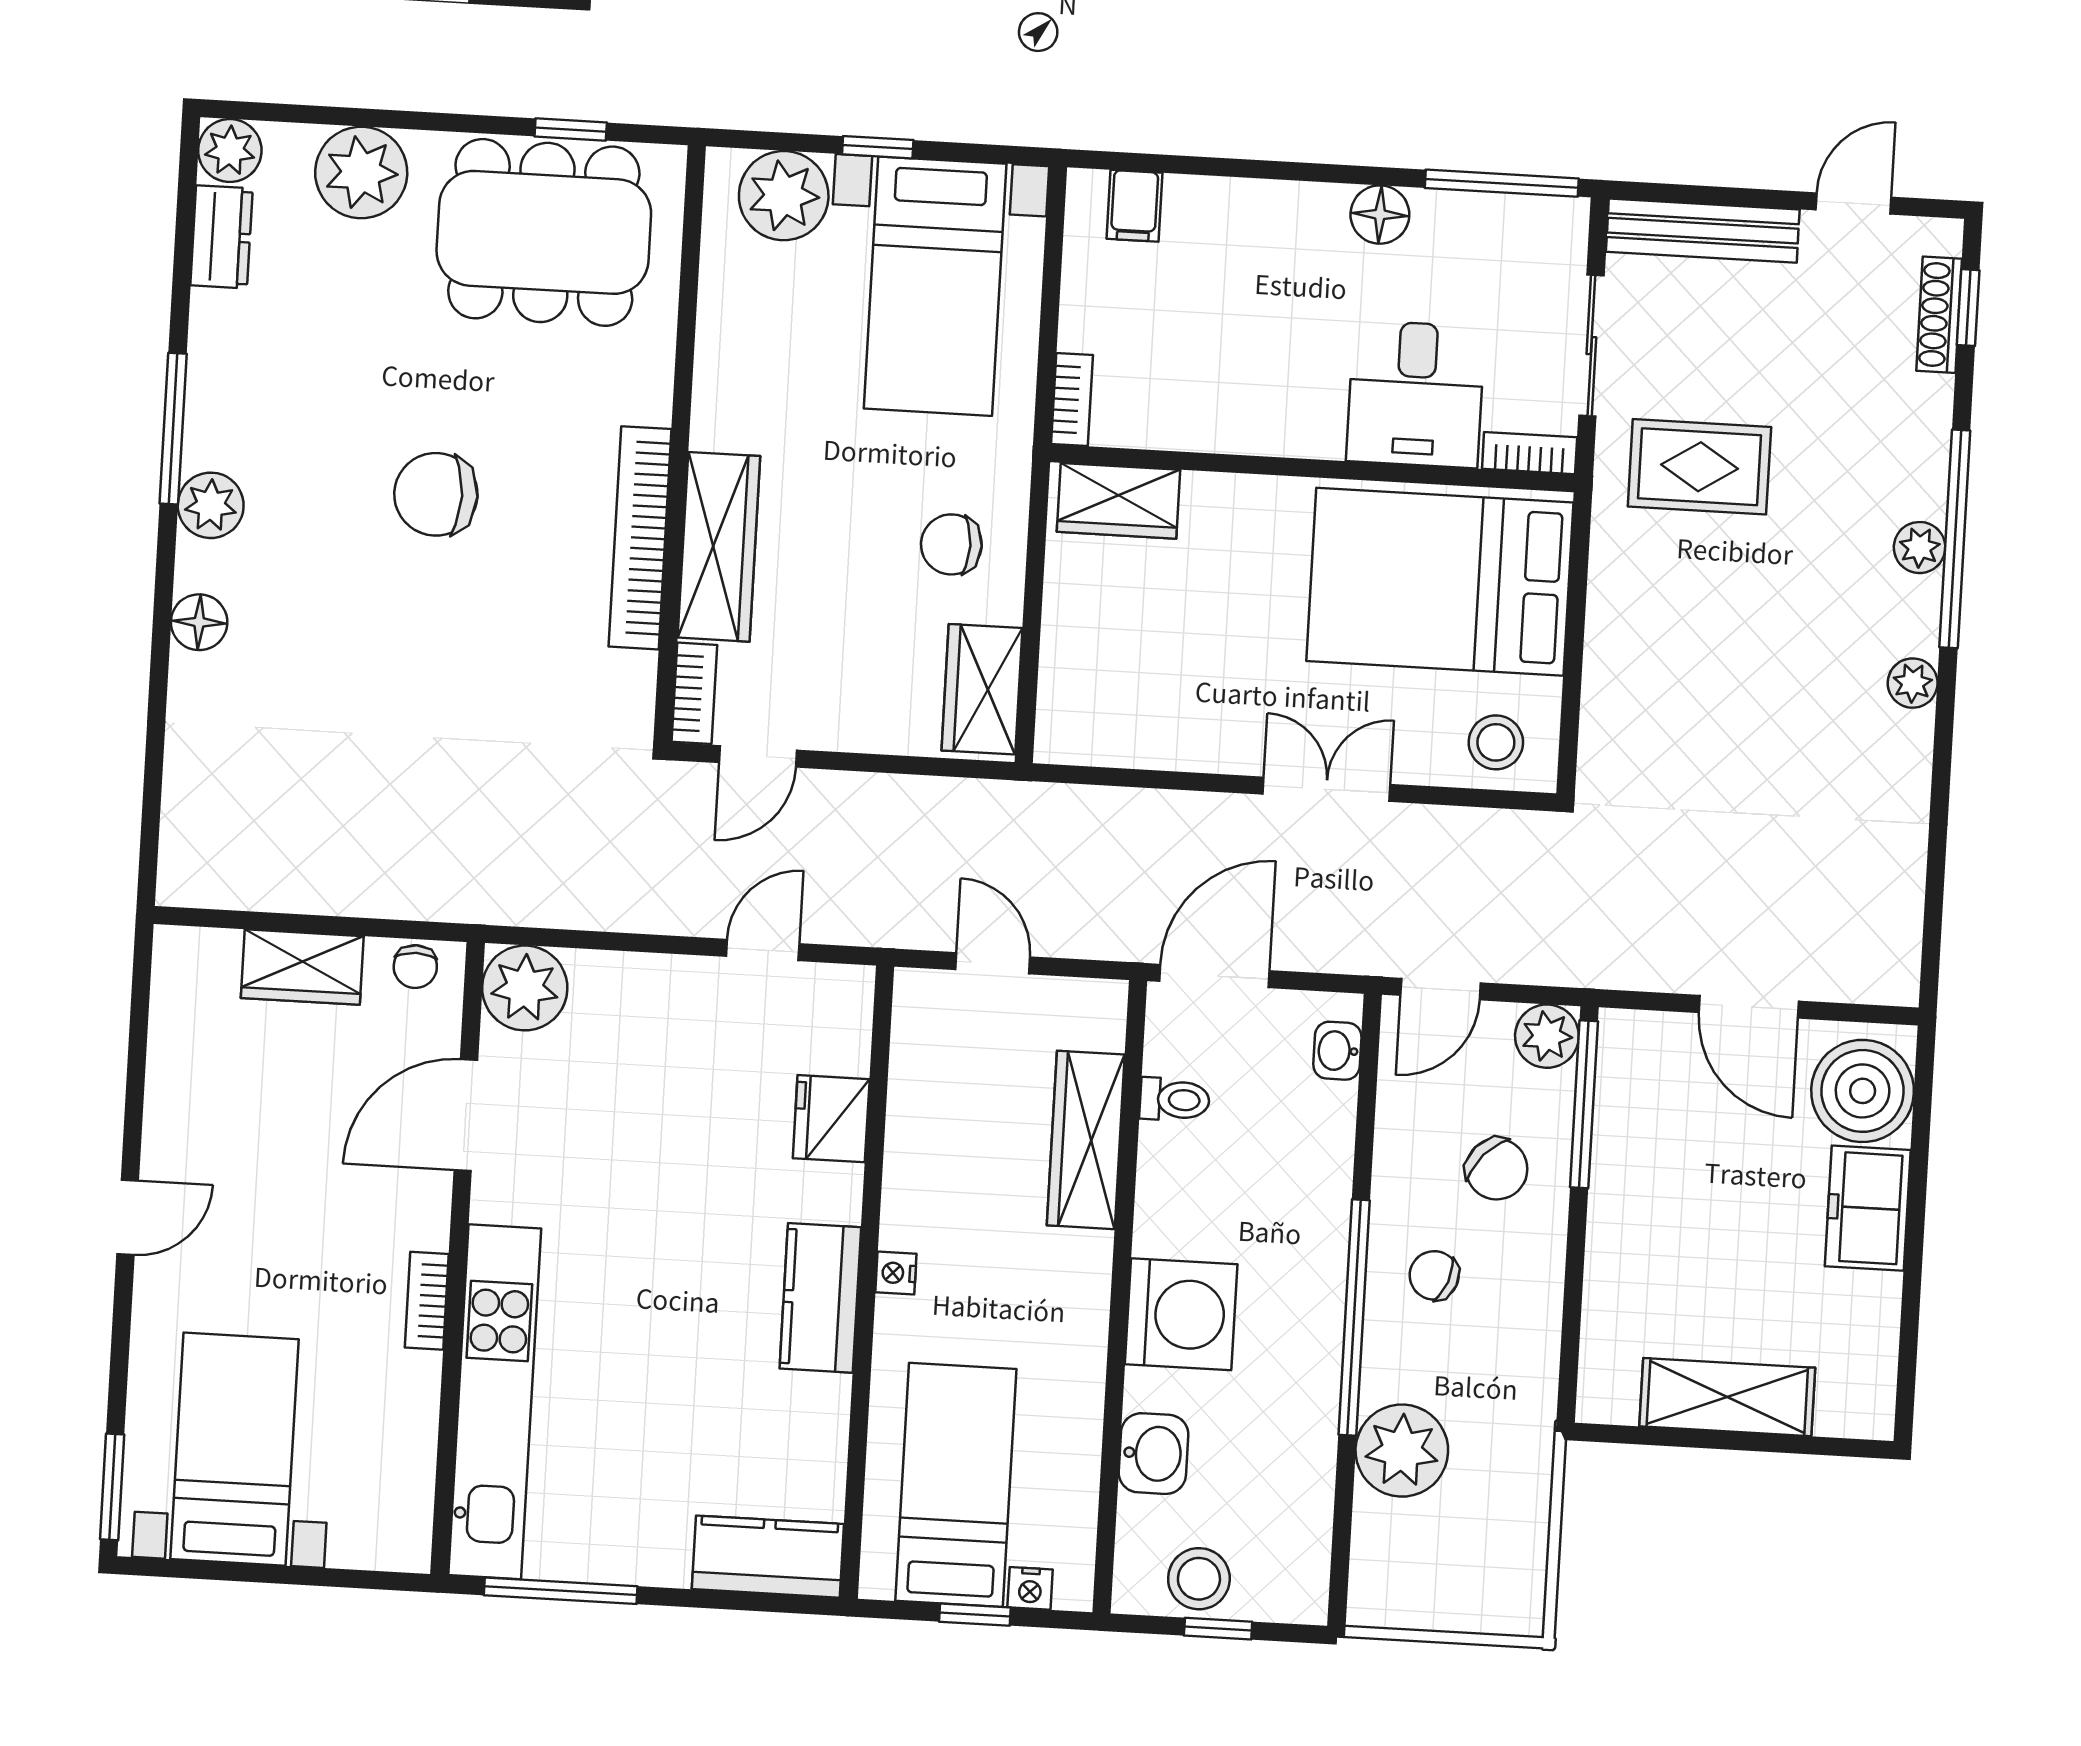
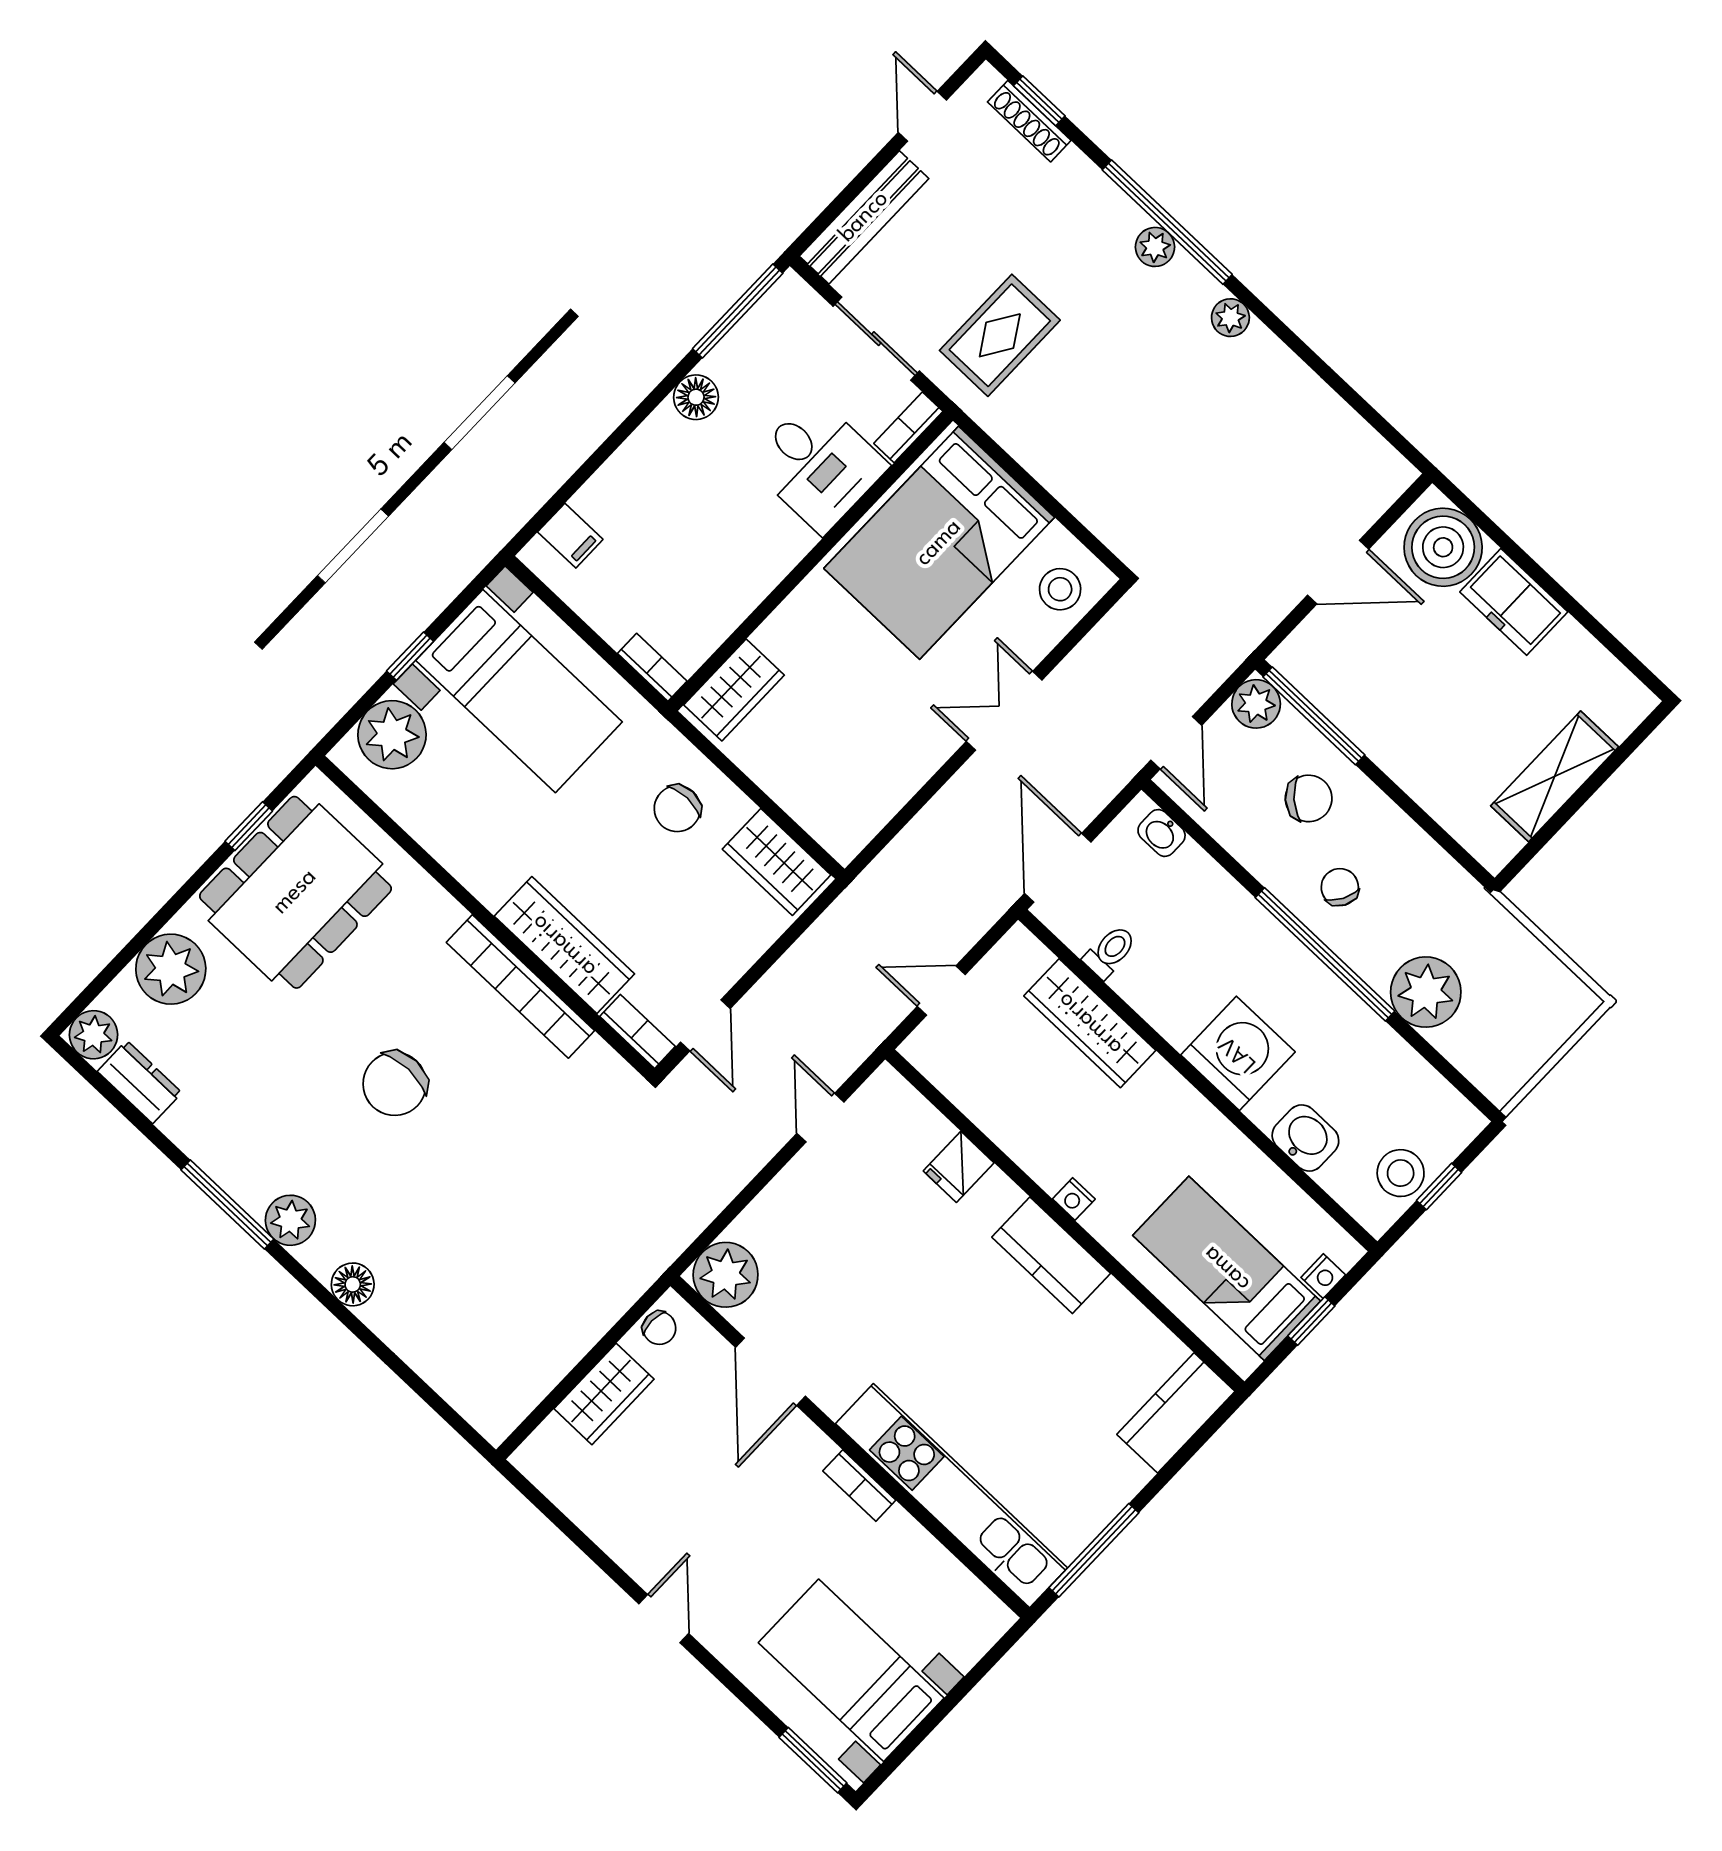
fridge: (831, 1119) -> (959, 1167), width x0.72
chair: (1434, 1275) -> (1340, 887), turned 98

